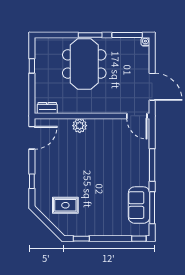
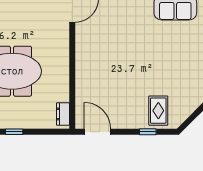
plant: (80, 126) -> (83, 77), removed
rug: (65, 205) -> (158, 111), moved

